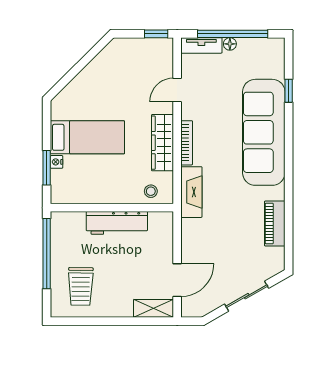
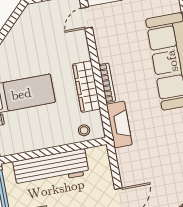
door: (177, 90) -> (87, 18), moved
workbench: (117, 223) -> (51, 168), width x1.36, depth x1.32

